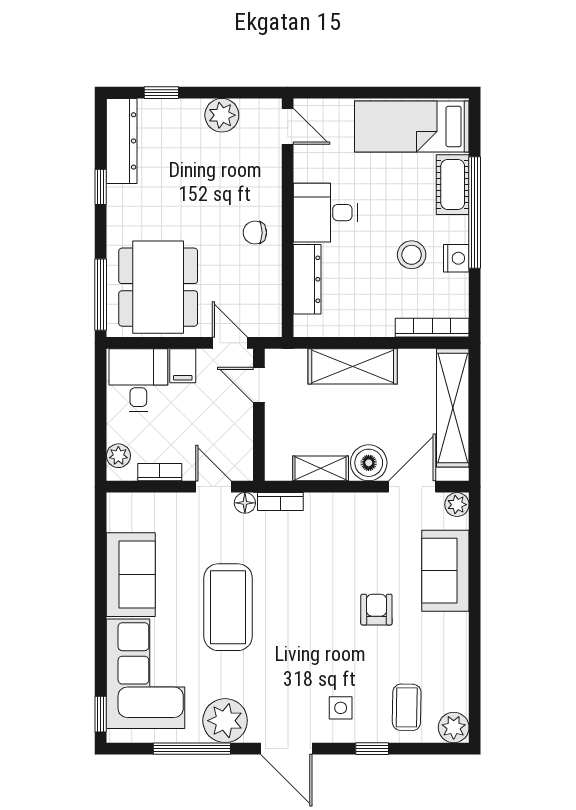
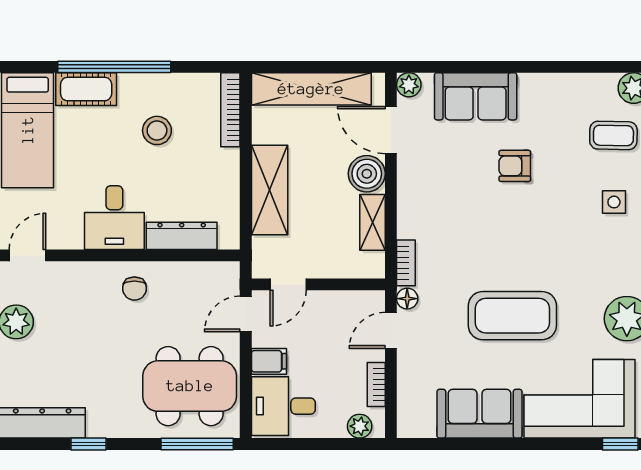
nightstand: (456, 258) -> (160, 85), removed

